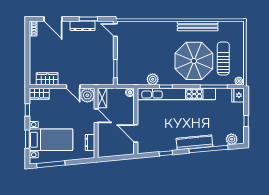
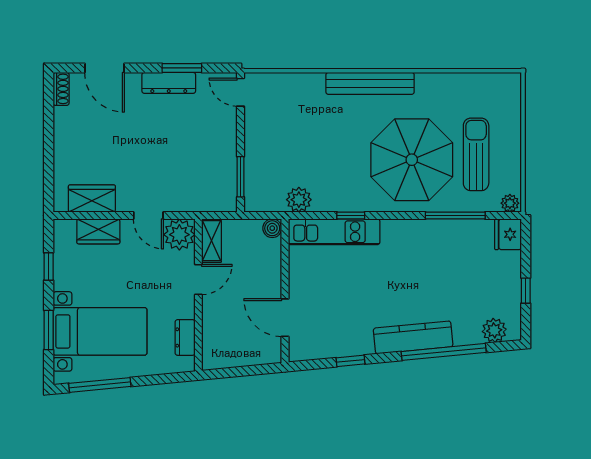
bench: (198, 26) -> (370, 83), moved
plant: (153, 79) -> (299, 200), moved
wardrobe: (39, 94) -> (98, 231), moved
kitchen unit: (176, 94) -> (334, 232), width x0.54
door: (96, 116) -> (198, 280), hinge flipped

